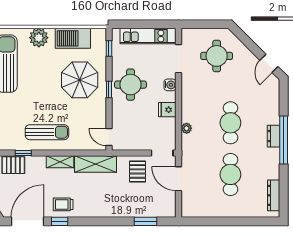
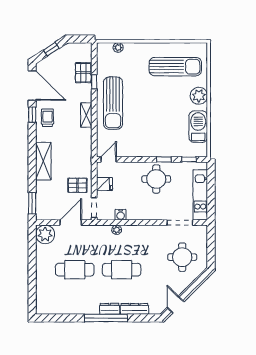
door: (269, 63) -> (176, 305), hinge flipped
parasol: (80, 80) -> (161, 133), removed
water cooler: (170, 85) -> (121, 215), moved
window: (109, 89) -> (164, 159), moved
fridge: (167, 110) -> (104, 184), moved, turned 90
sun lounger: (47, 132) -> (113, 103), width x1.36, depth x1.34
shelving: (96, 164) -> (43, 161), moved
dresser: (274, 195) -> (134, 309), moved
plant: (192, 207) -> (45, 234), added
window: (146, 221) -> (32, 203), moved

